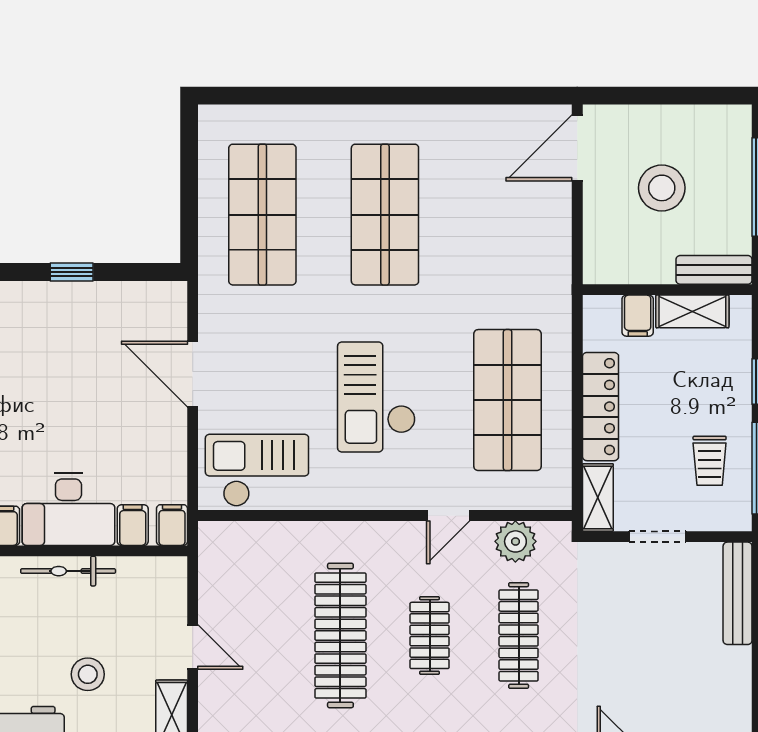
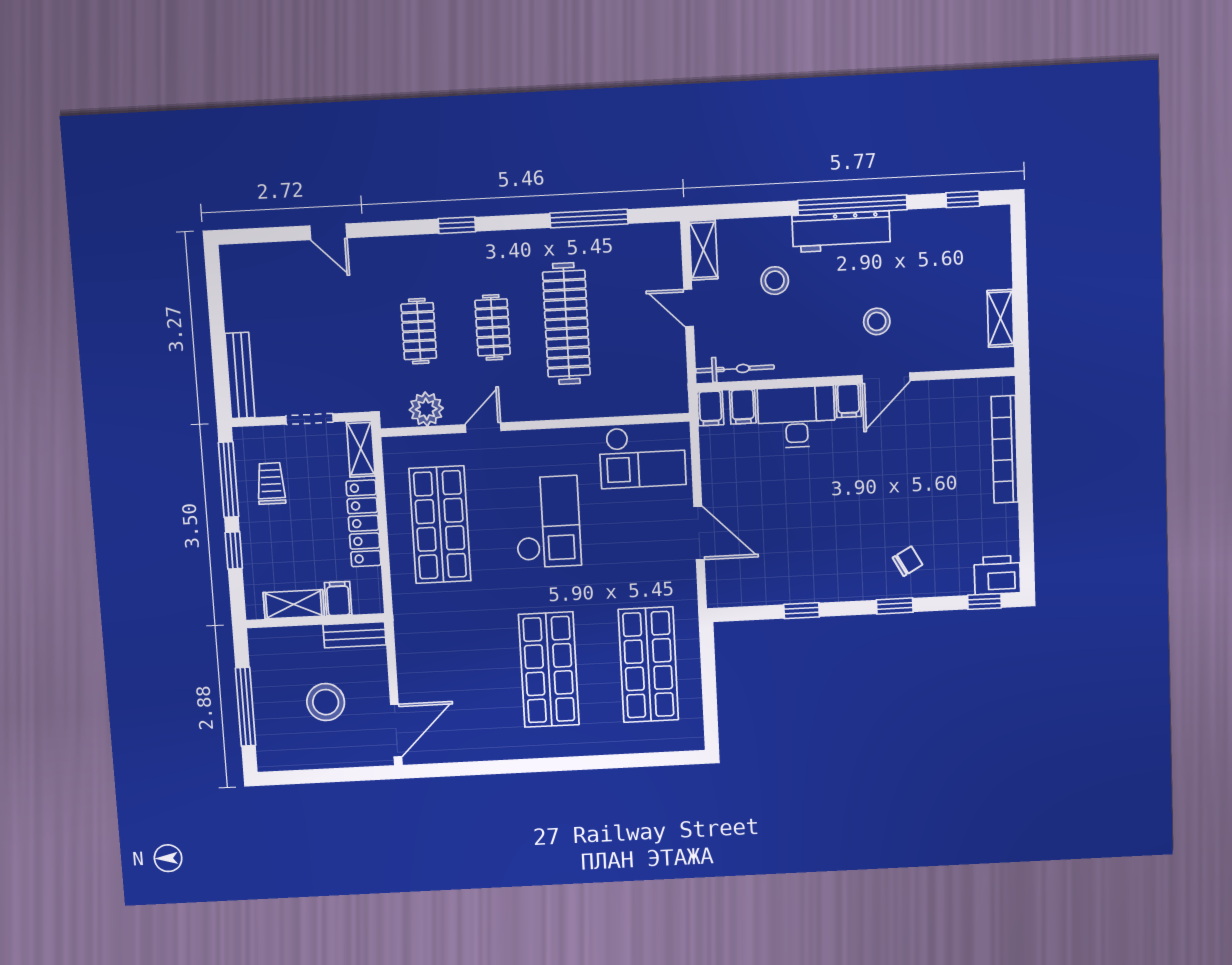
bench: (714, 270) -> (355, 635), moved
bicycle: (68, 571) -> (735, 369), moved
clothes rail: (519, 635) -> (419, 331), width x0.73

